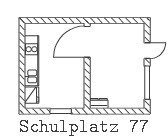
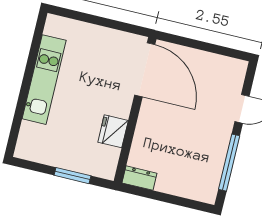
door: (87, 42) -> (145, 70), swing flipped
fridge: (32, 95) -> (113, 131), moved, turned 180

